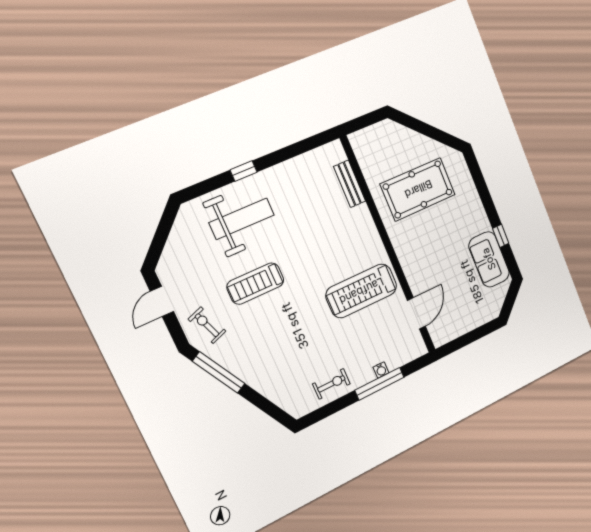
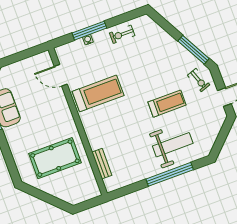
window: (244, 171) -> (170, 174), width x3.17
weight bench: (242, 219) -> (173, 145), turned 180
door: (416, 313) -> (61, 75), hinge flipped

